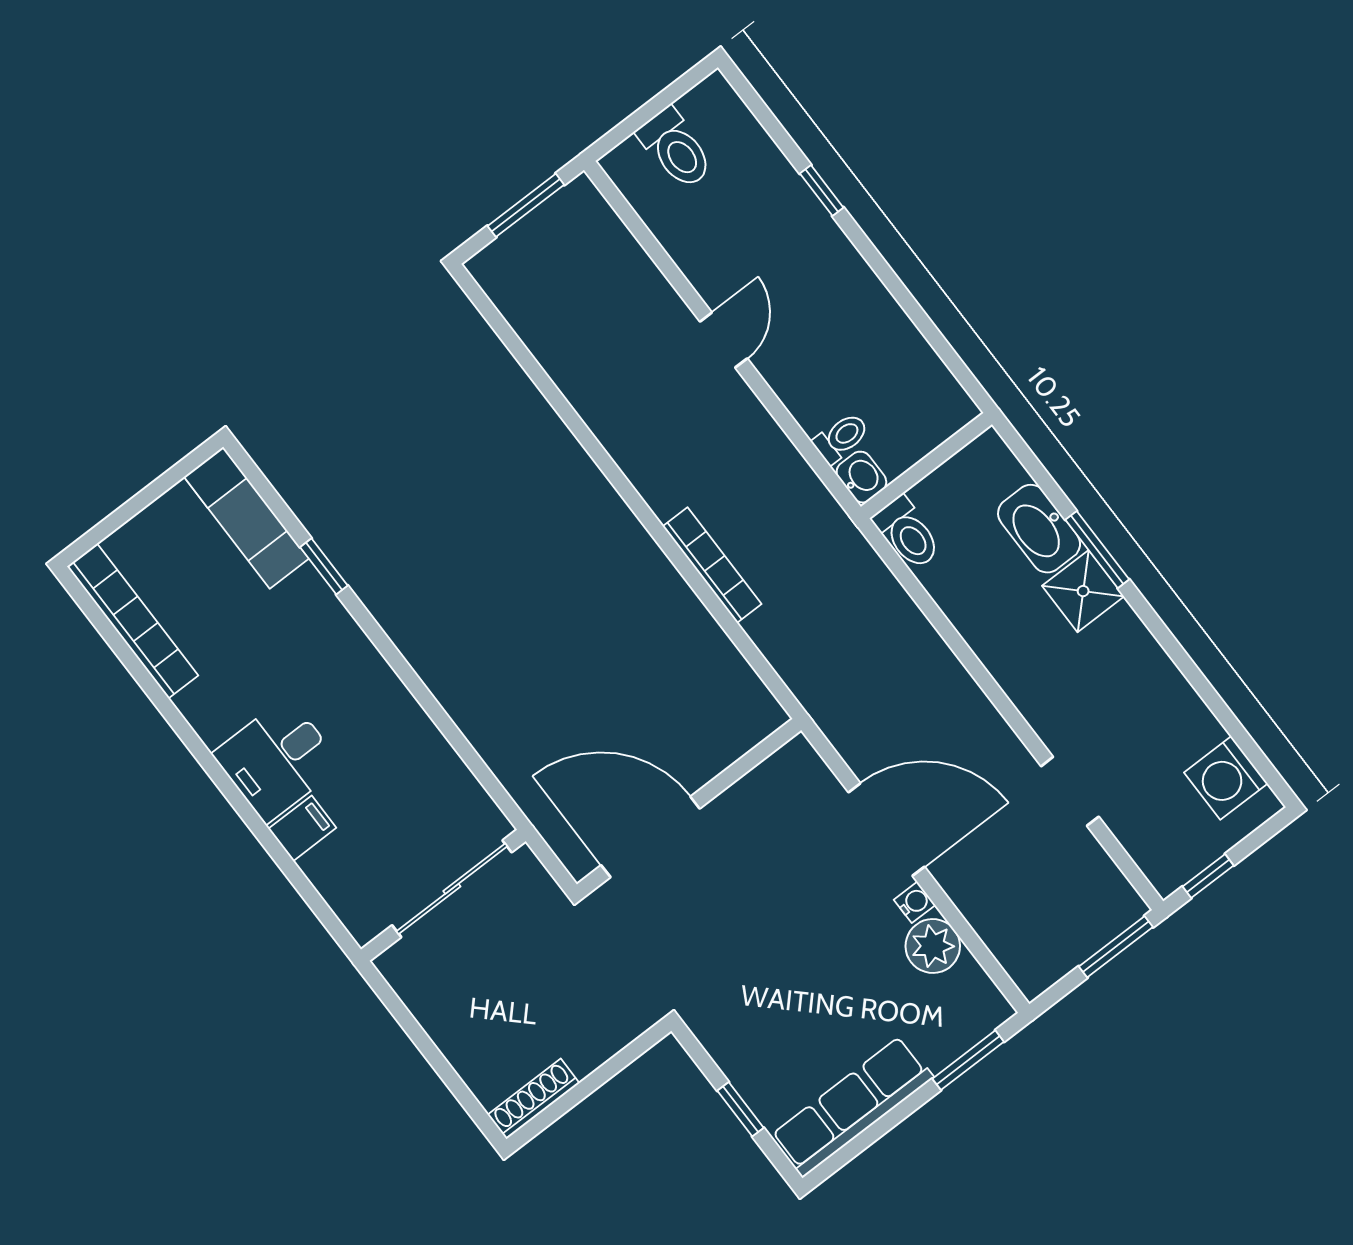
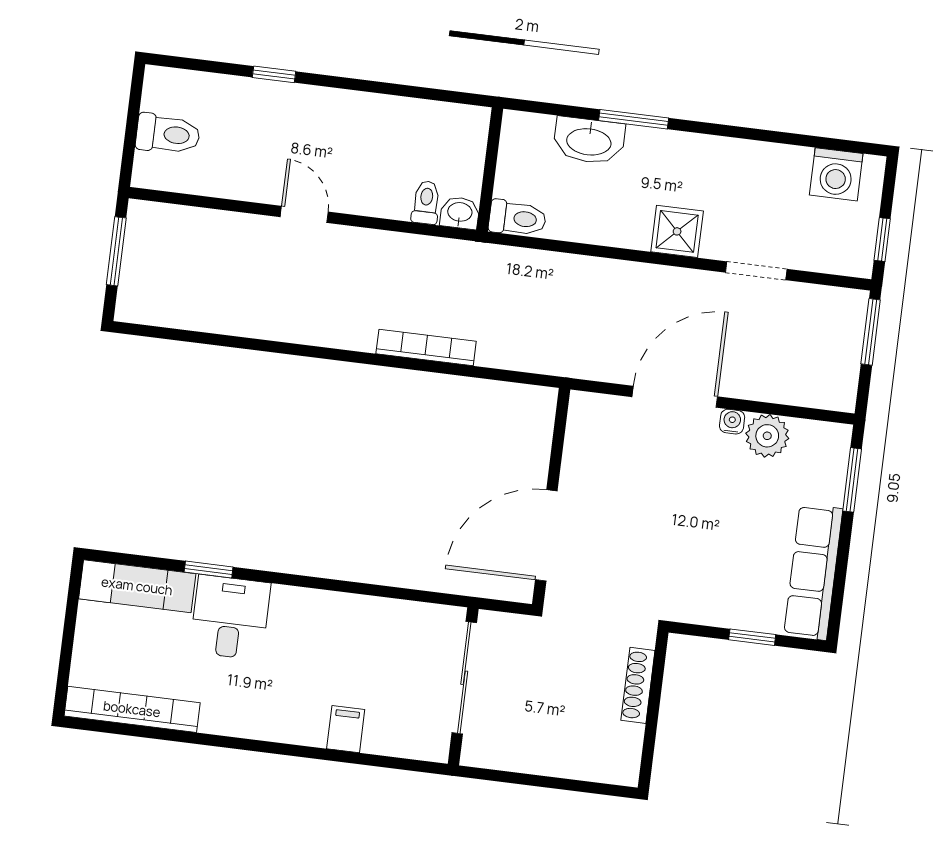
shower: (1083, 591) -> (677, 231), moved
desk: (277, 760) -> (230, 617), moved, turned 180
shoe rack: (534, 1099) -> (638, 685), moved

